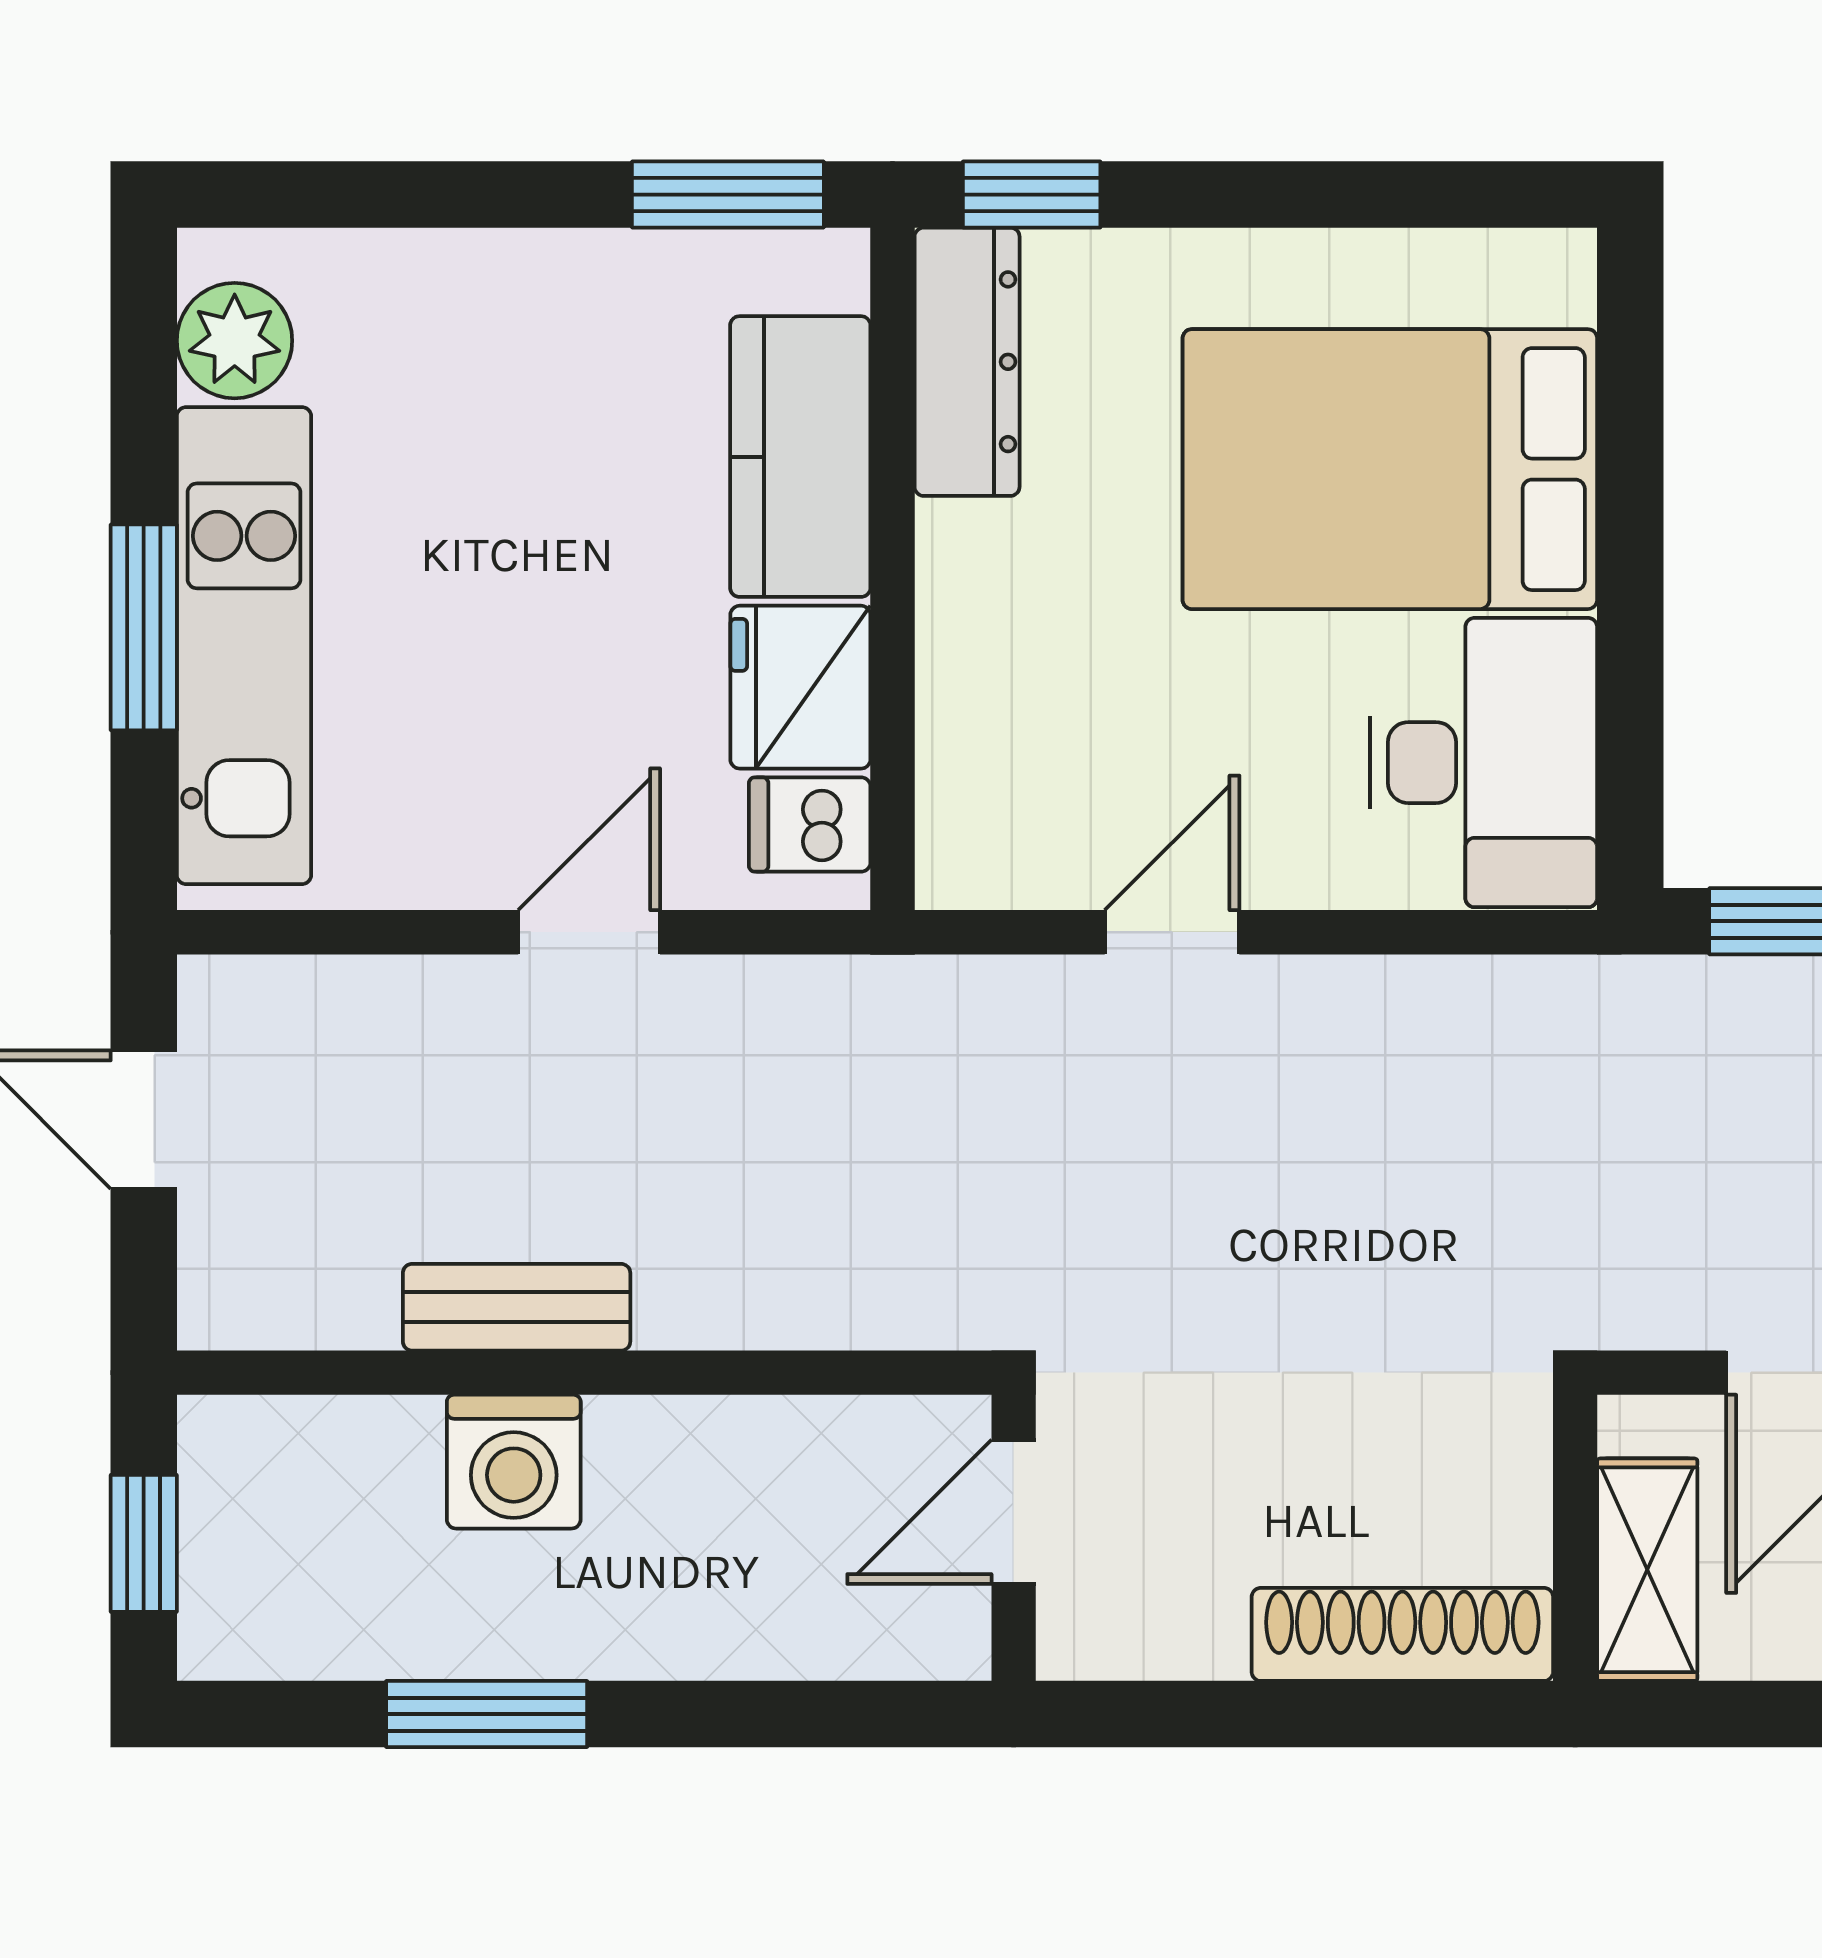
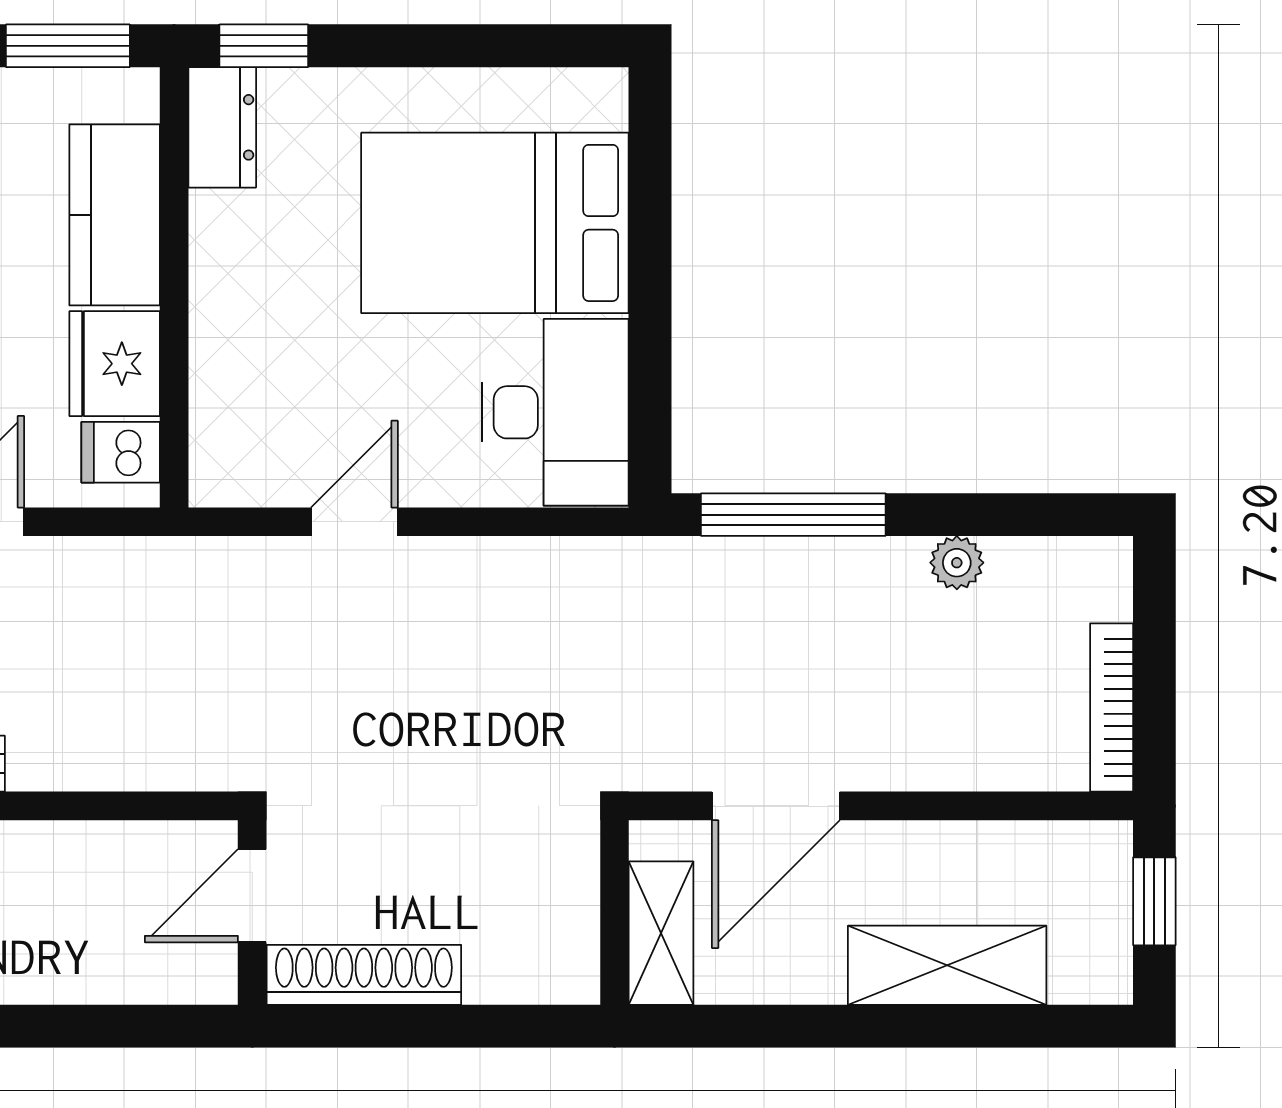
dresser: (967, 362) -> (222, 127), width x0.70
shoe rack: (1402, 1634) -> (364, 975), moved

